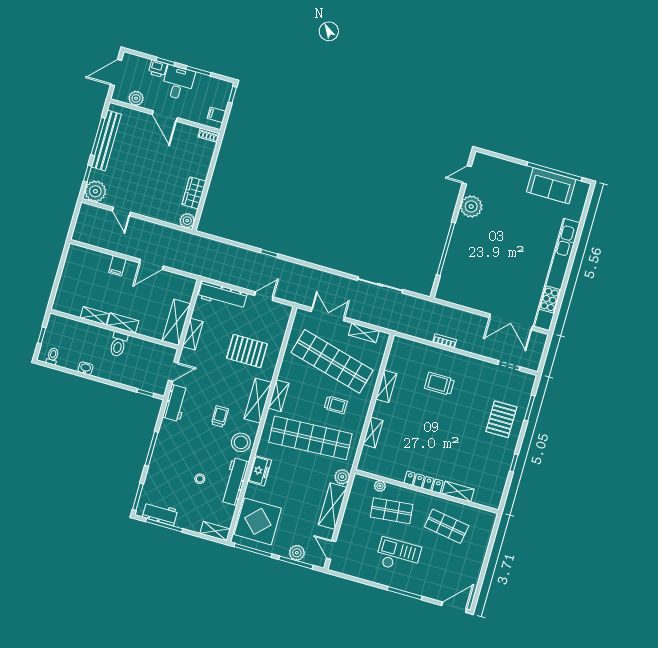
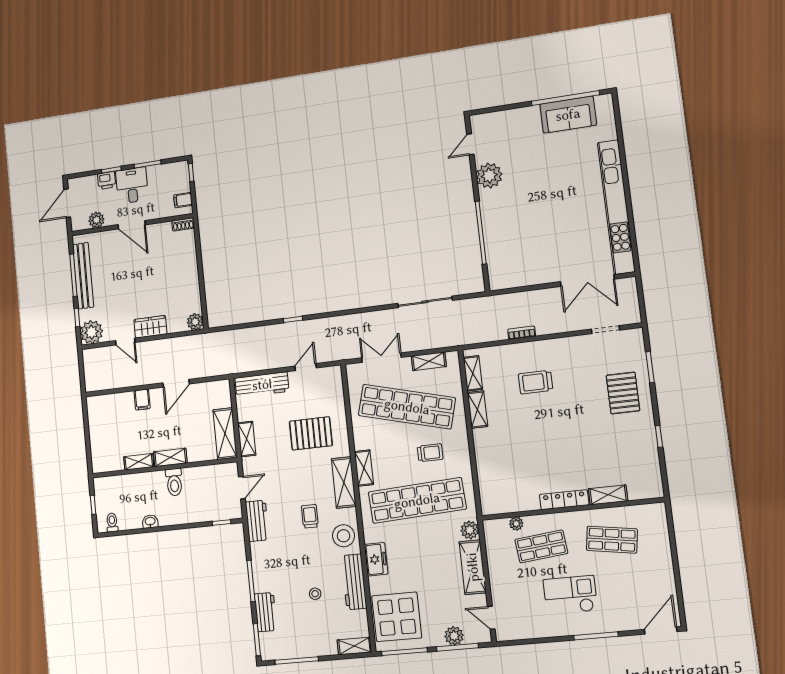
wardrobe: (194, 193) -> (150, 327), moved, turned 90
shelving: (373, 432) -> (473, 373), moved
workbench: (160, 514) -> (266, 612), moved, turned 90

